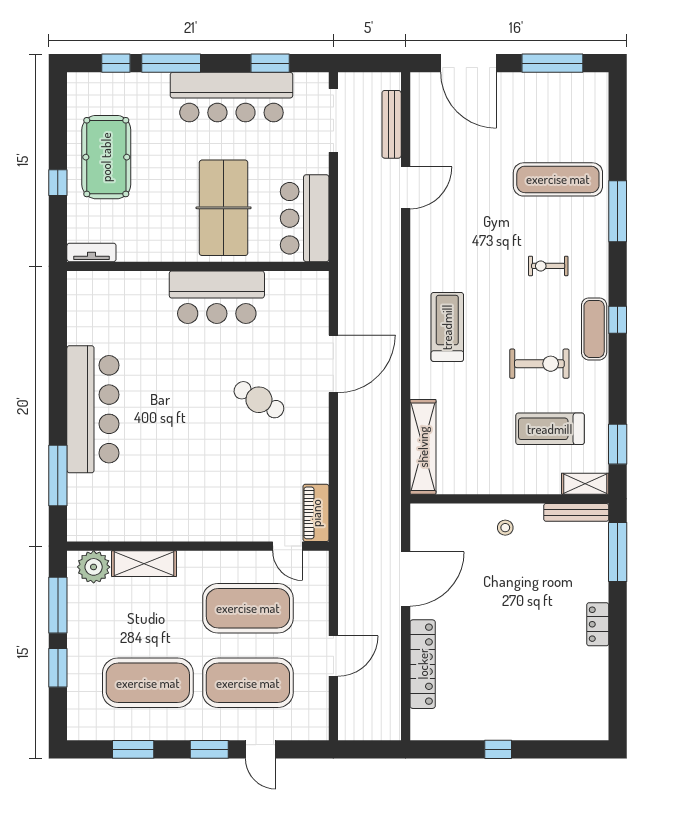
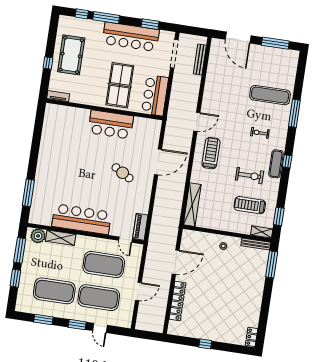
door: (406, 188) -> (197, 122), moved
bar counter: (93, 409) -> (82, 219), moved, turned -90
locker: (598, 624) -> (251, 337), moved

